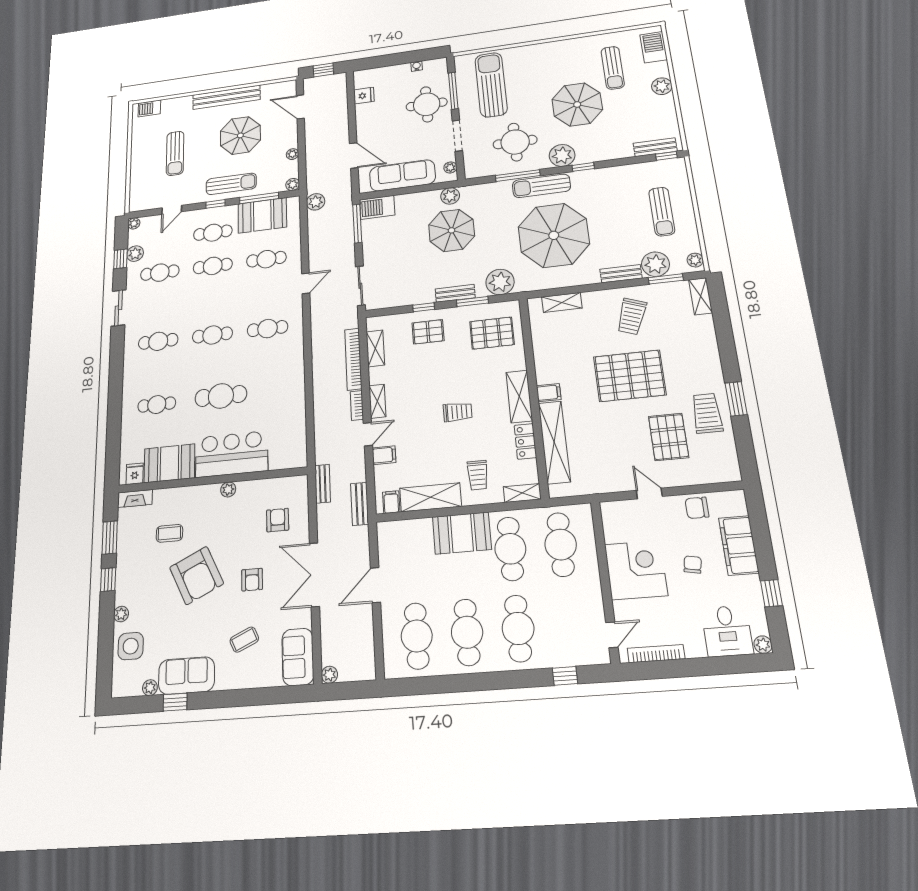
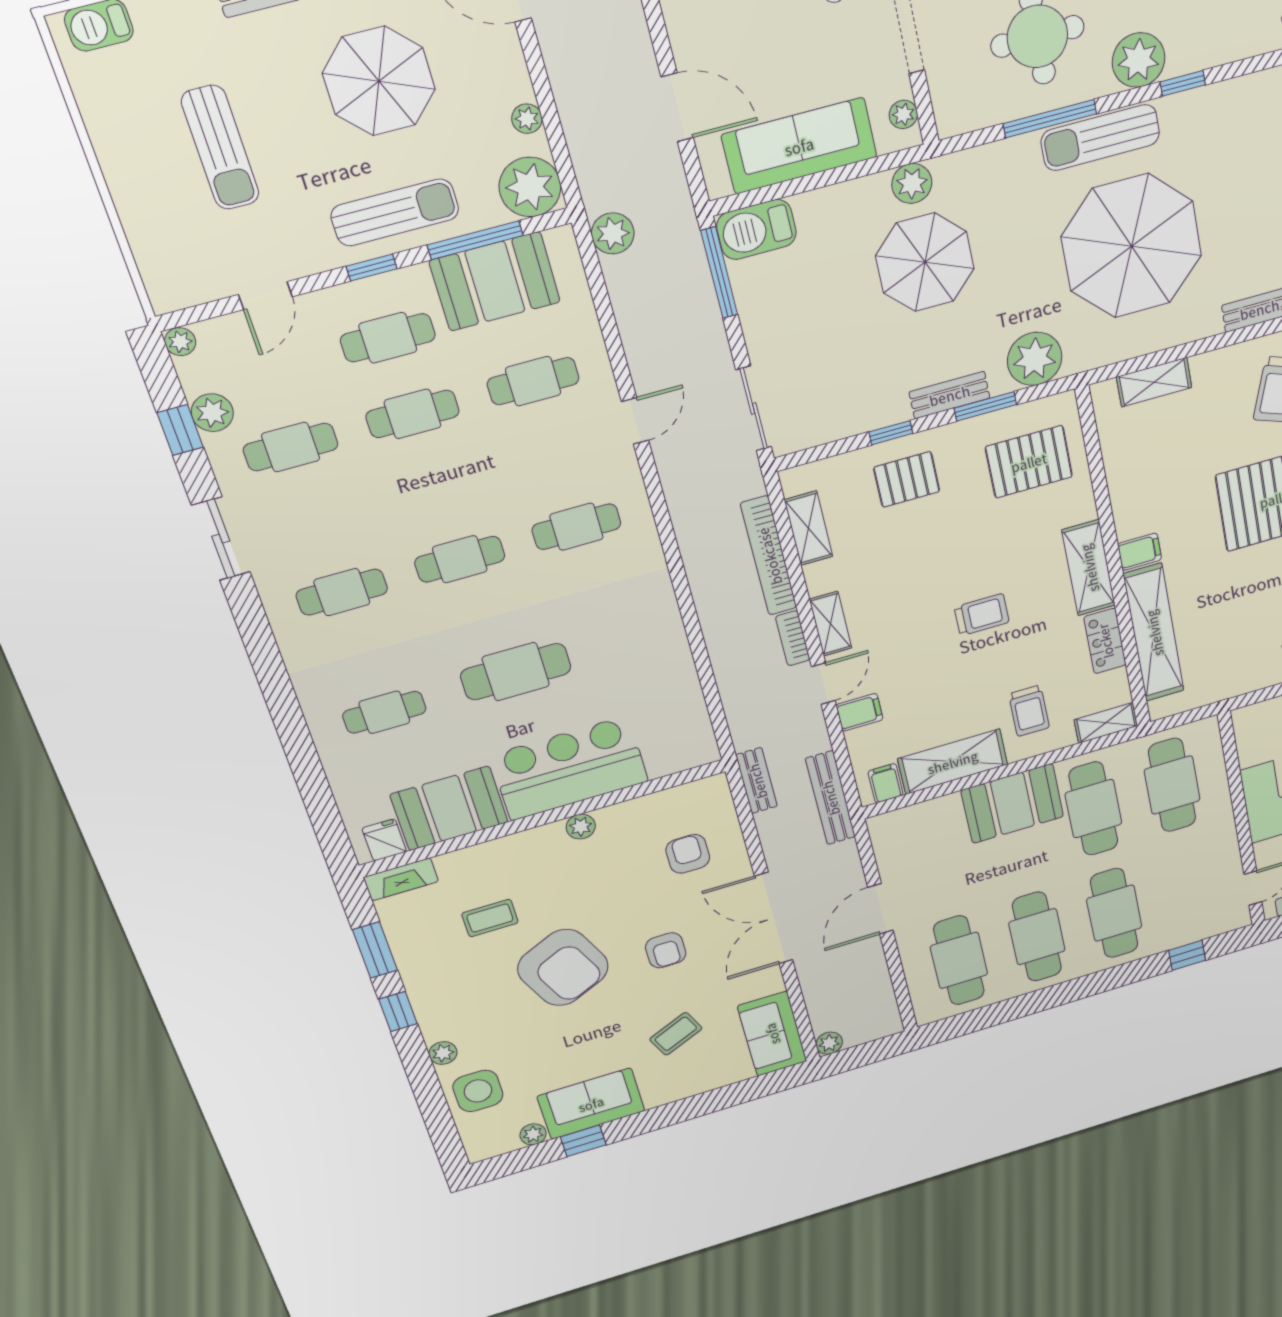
plant: (293, 184) -> (530, 187), width x1.87, depth x1.87
bench: (360, 504) -> (830, 798), width x1.36

